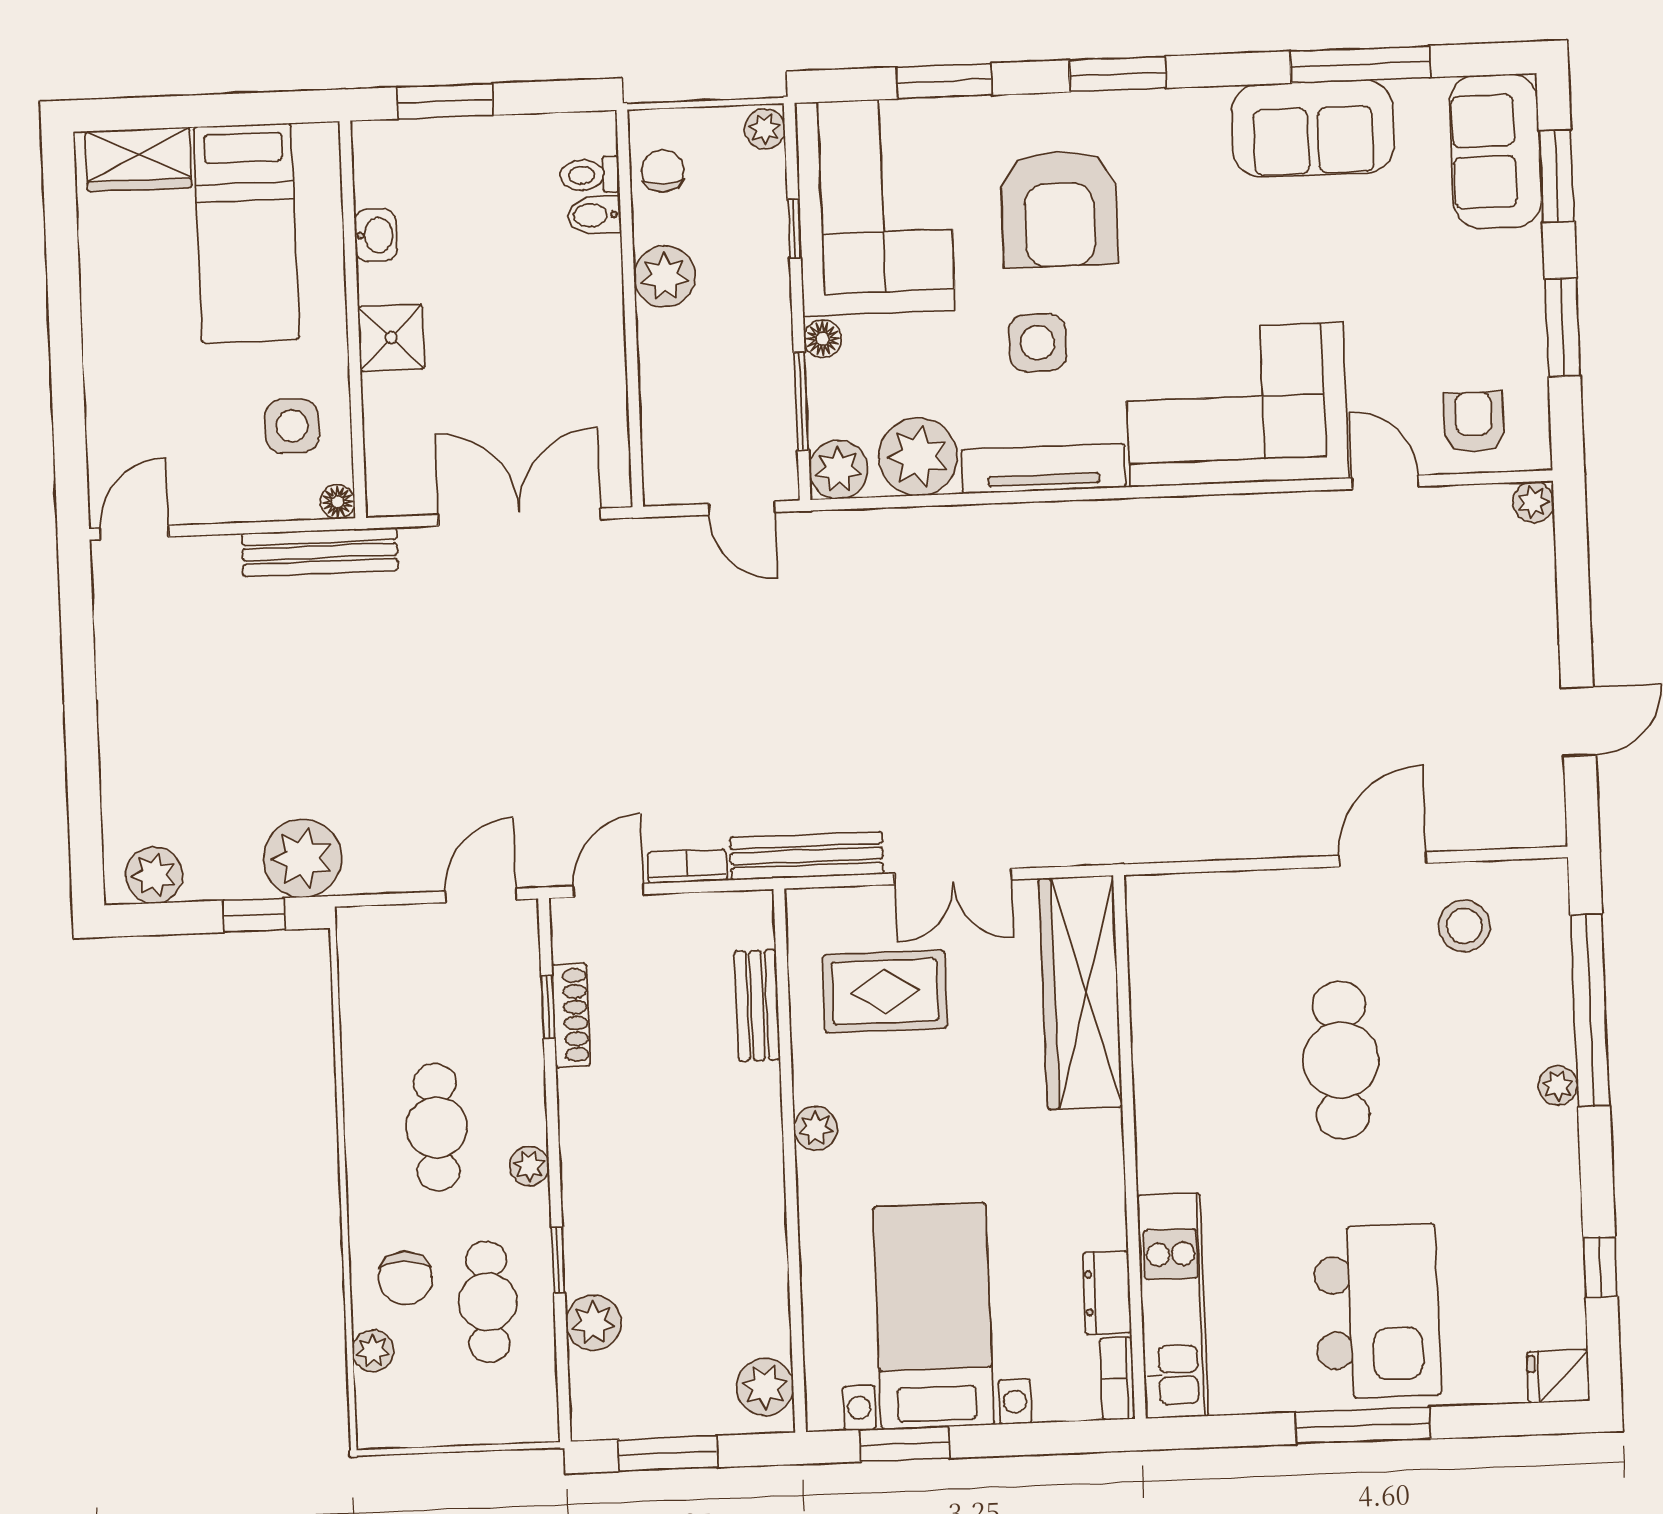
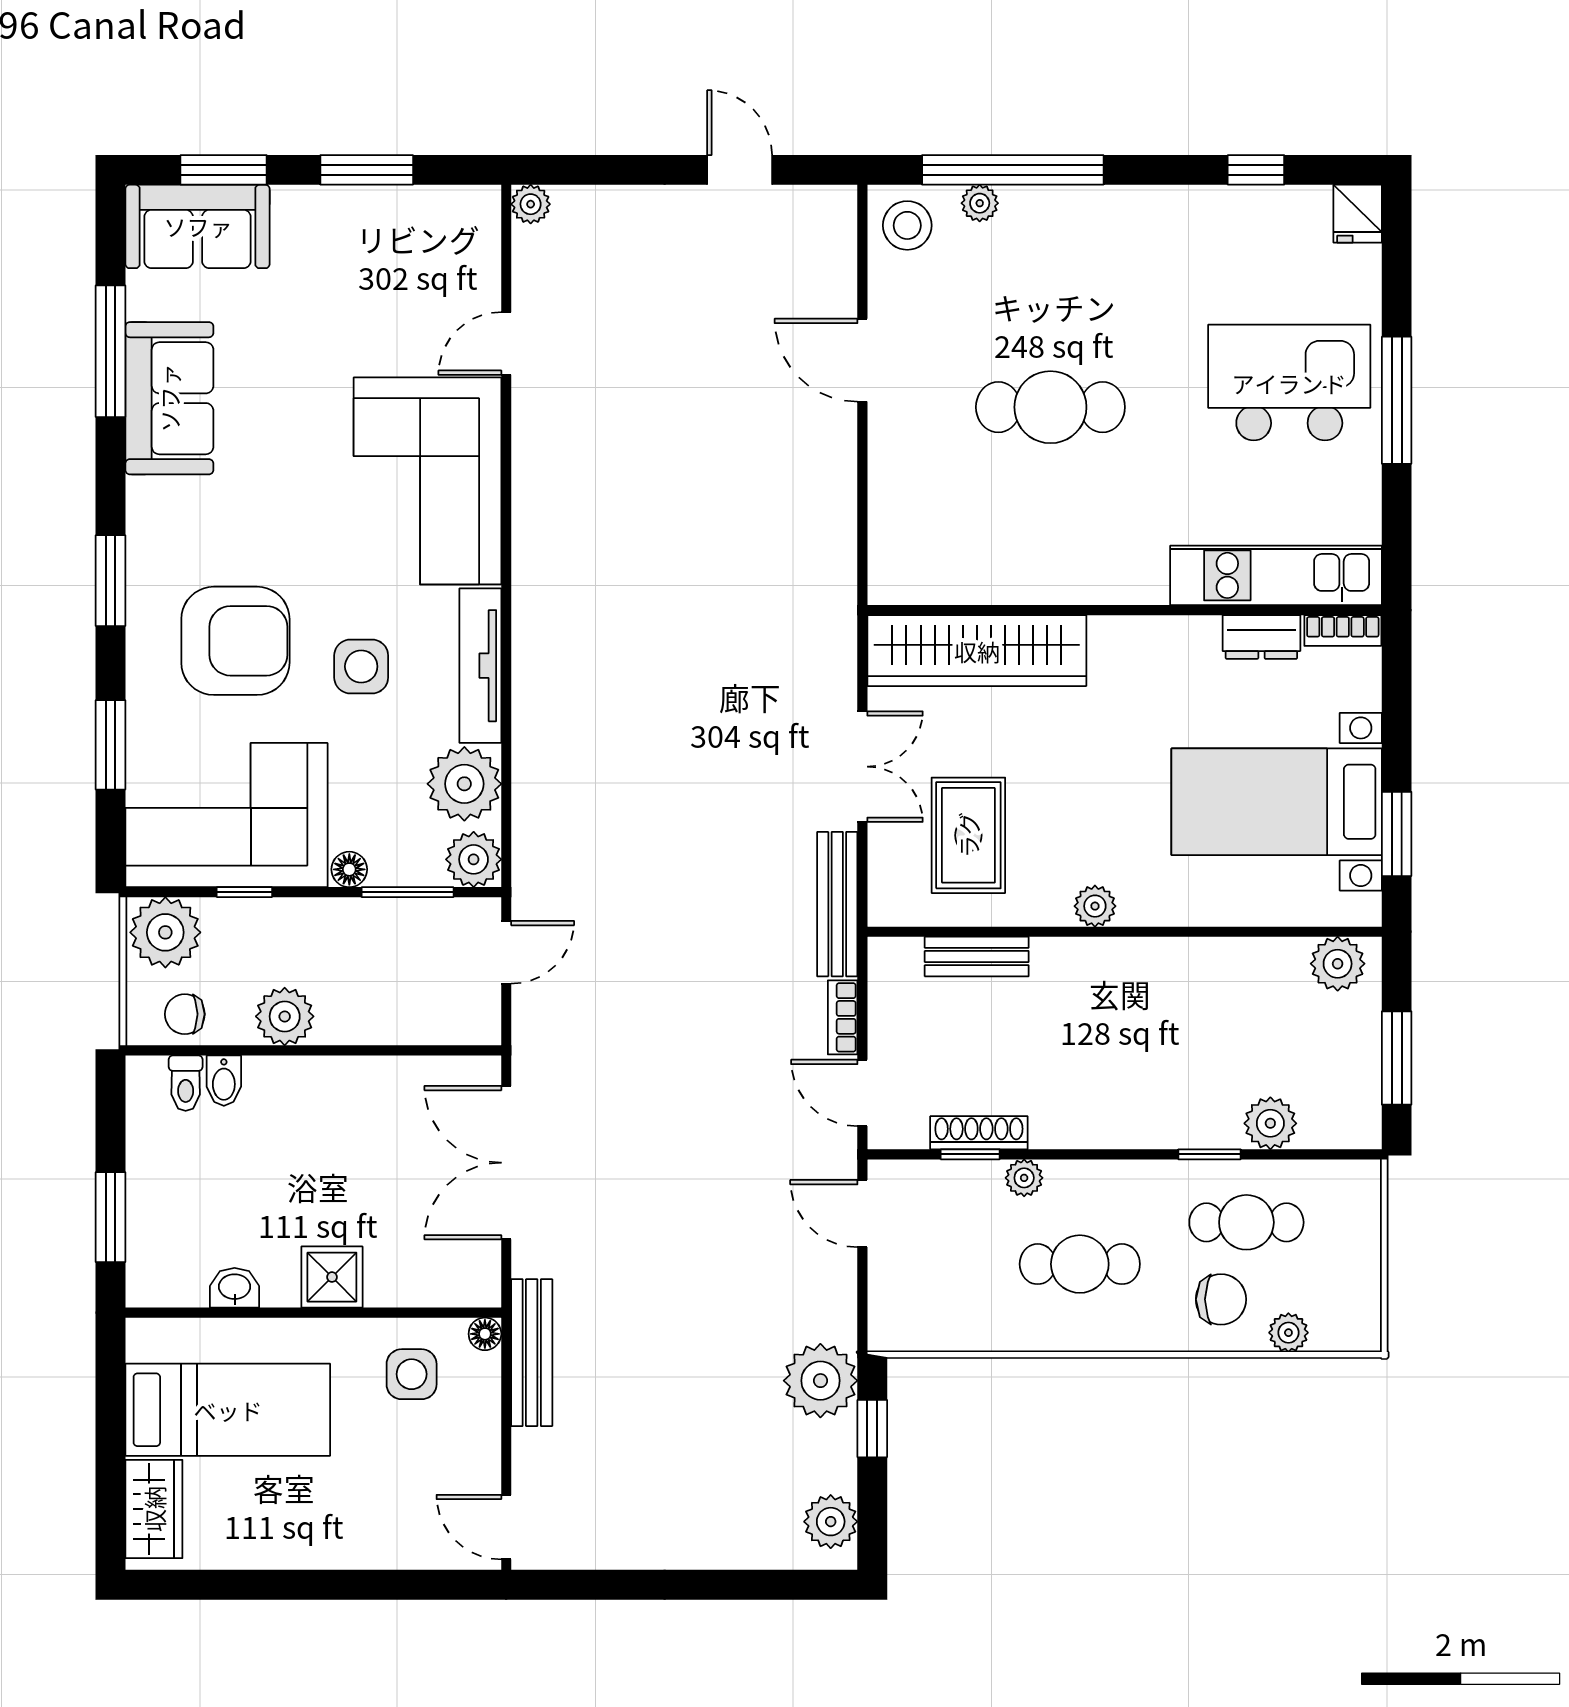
plant: (765, 129) -> (165, 932), width x1.88, depth x1.88
armchair: (1474, 422) -> (453, 258), removed
stool: (1464, 926) -> (907, 225), moved
plant: (1558, 1086) -> (980, 203), moved
plant: (529, 1166) -> (1024, 1178), moved

